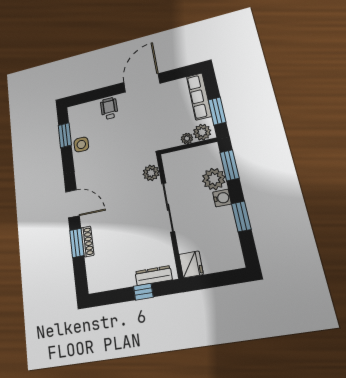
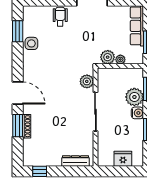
plant: (202, 132) -> (108, 57), moved
fridge: (191, 264) -> (123, 159), moved, turned -90
window: (143, 292) -> (40, 171), moved

